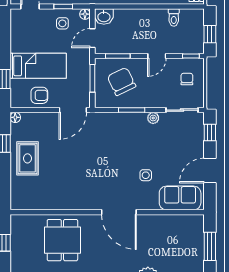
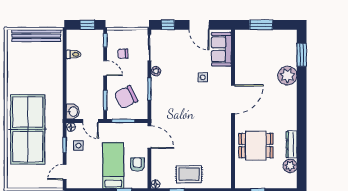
chair: (187, 79) -> (123, 54), moved

